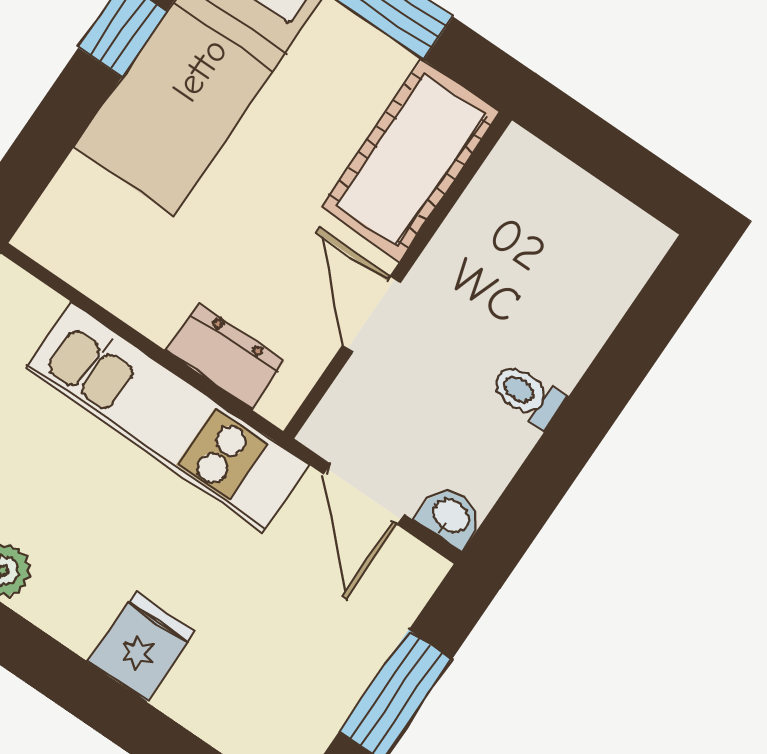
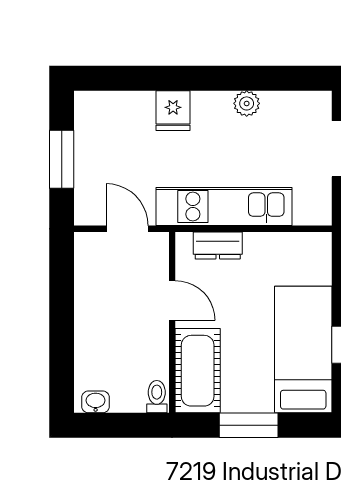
toilet: (527, 395) -> (157, 397), moved, turned -90
washbasin: (451, 517) -> (96, 402), moved, turned 180

